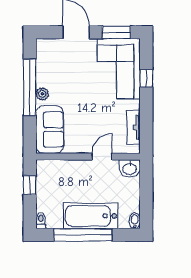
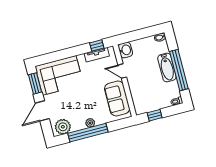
plant: (47, 55) -> (63, 127), added
window: (146, 78) -> (97, 45), moved
sofa: (50, 130) -> (117, 99), moved, turned -90
bathtub: (91, 216) -> (167, 67), width x0.73, depth x0.73

